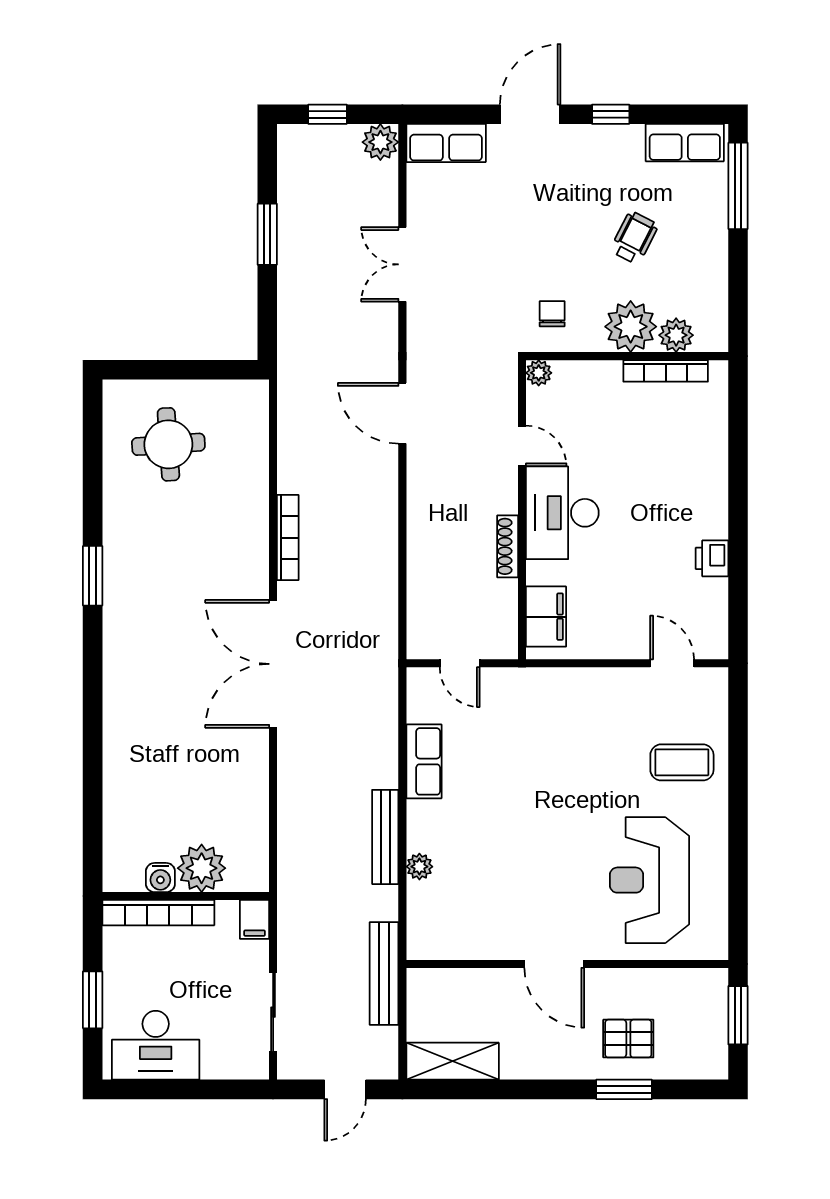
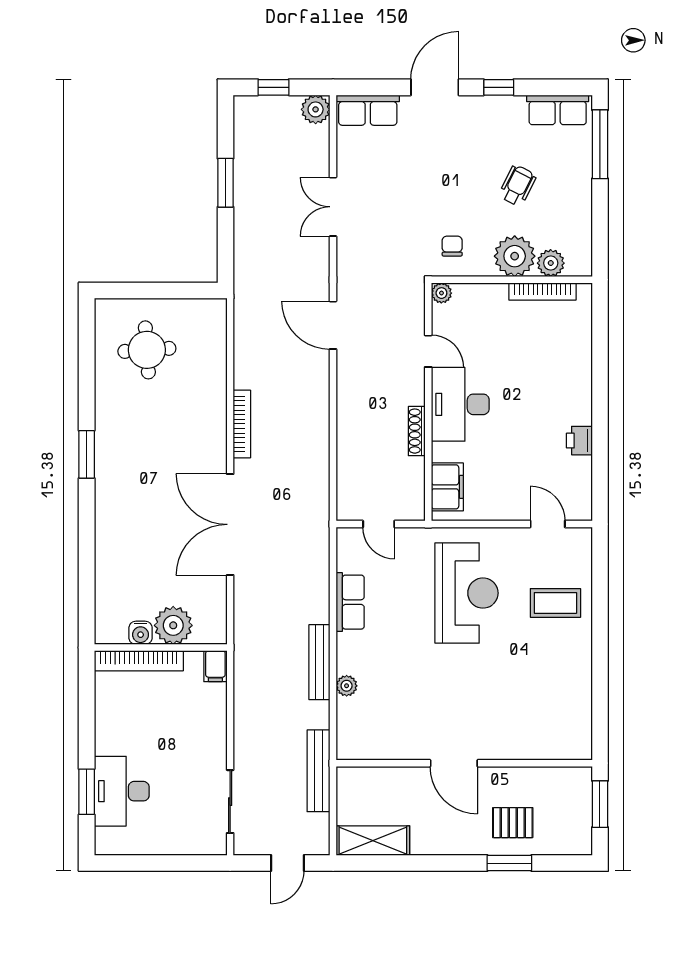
plant: (202, 868) -> (173, 625), moved
water cooler: (160, 878) -> (141, 633), moved
reception desk: (649, 880) -> (467, 593), moved, turned 180
wall: (186, 896) -> (161, 647), moved
bookcase: (158, 913) -> (139, 661), moved
filing cabinet: (255, 919) -> (215, 666), moved
desk: (156, 1045) -> (122, 791), moved, turned 90

